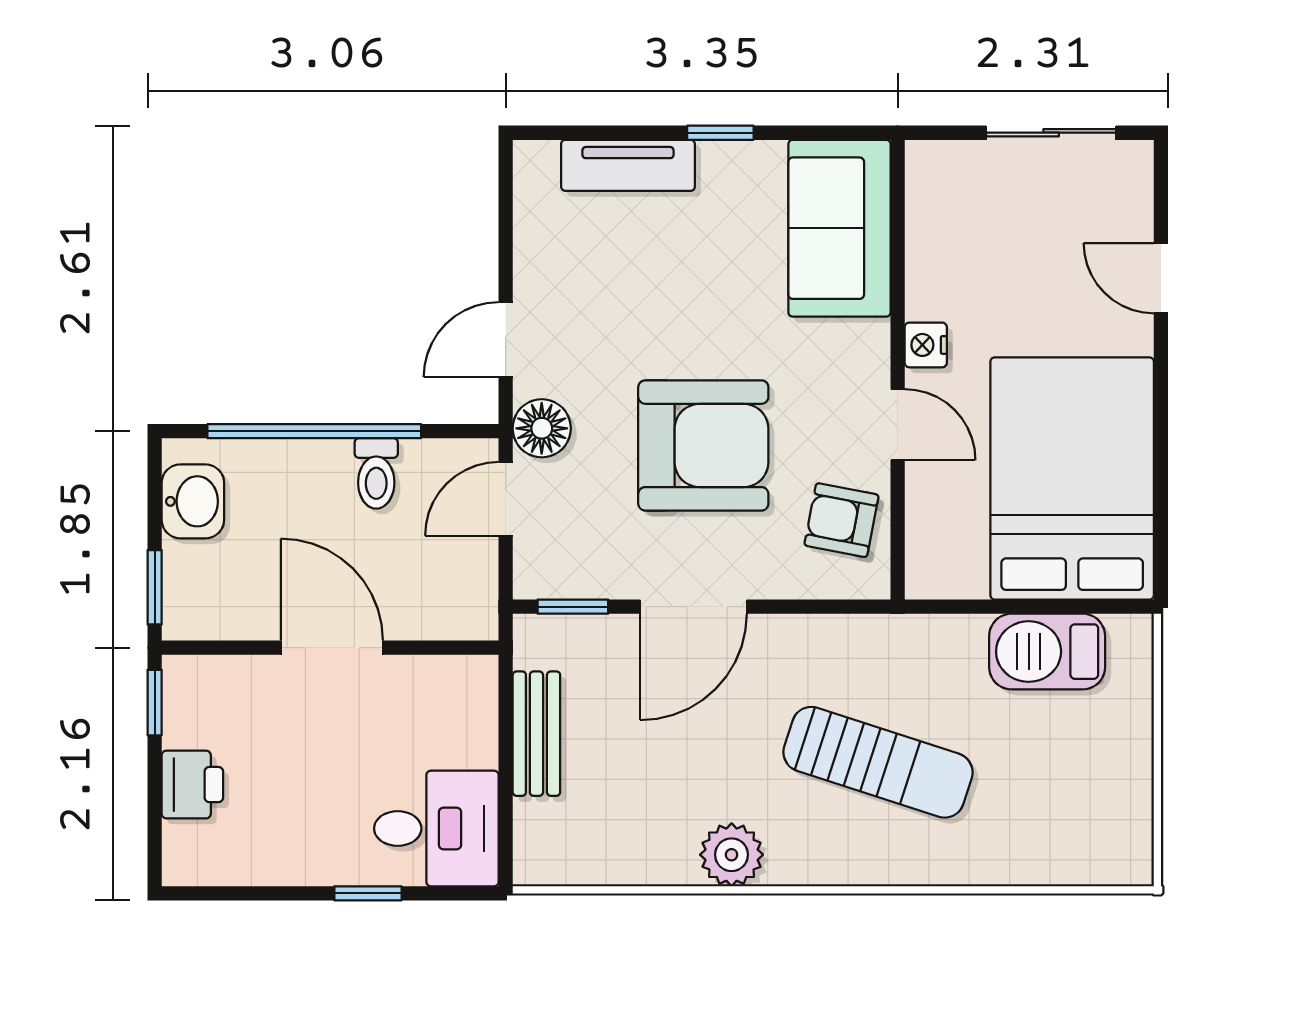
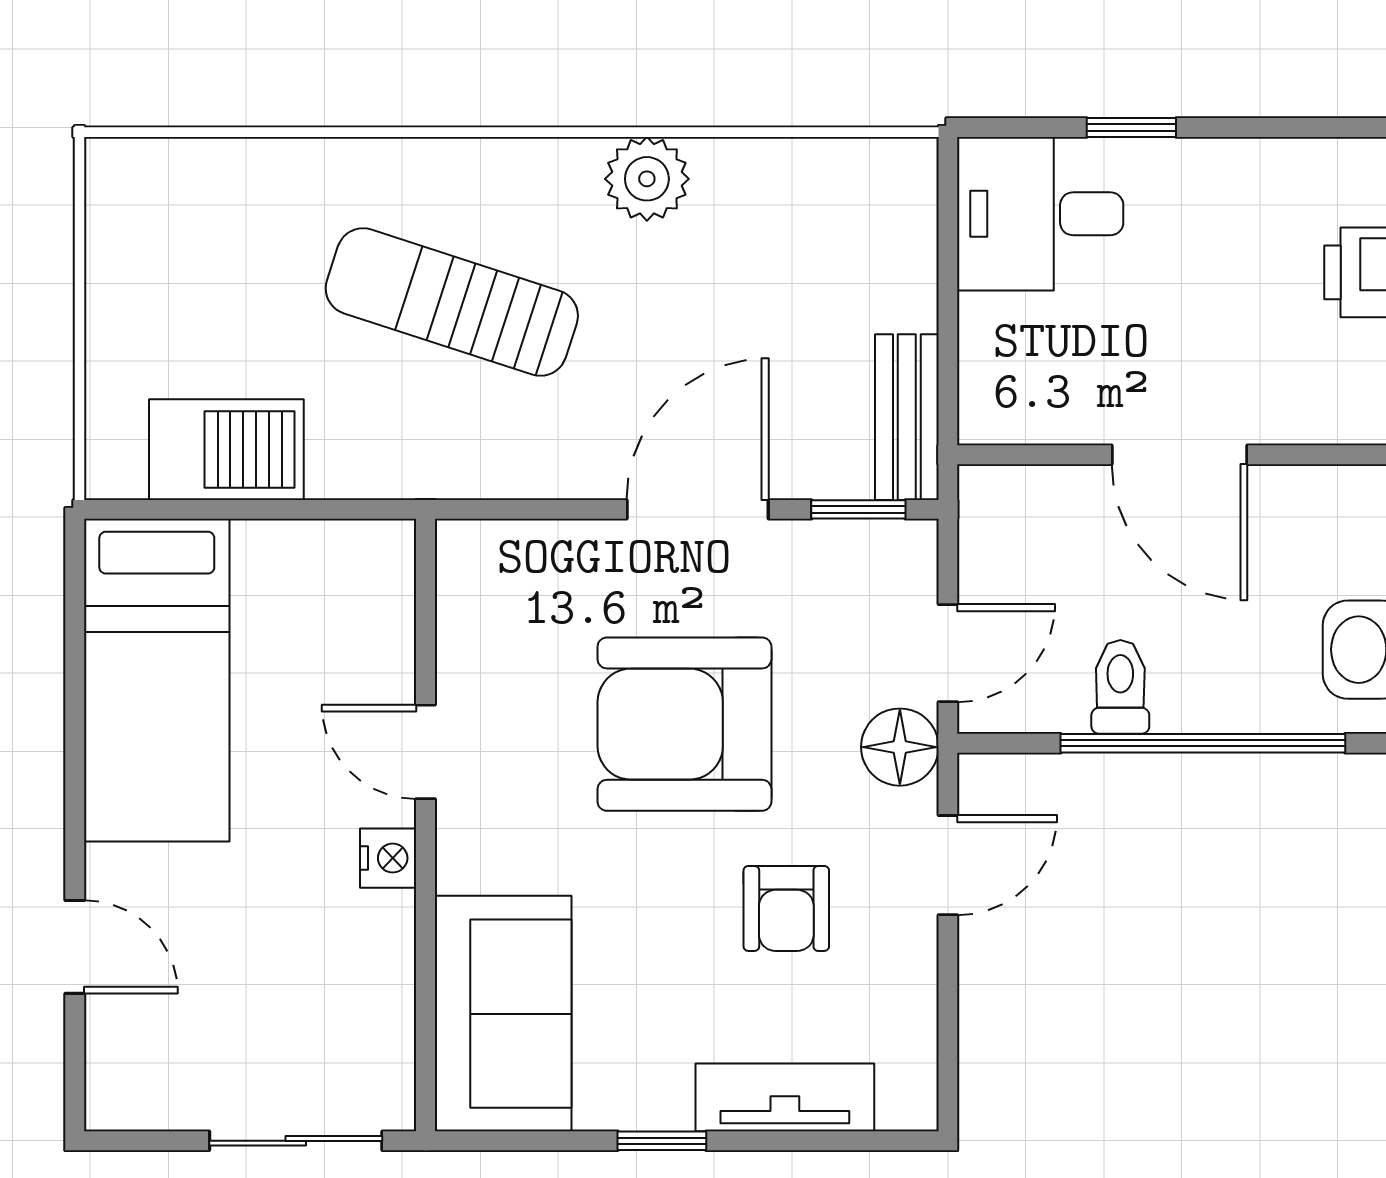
sliding door: (1051, 133) -> (296, 1141), moved
bed: (1072, 478) -> (157, 680), width x0.67
armchair: (842, 520) -> (786, 908), moved, turned 79
bench: (536, 734) -> (907, 417), moved

